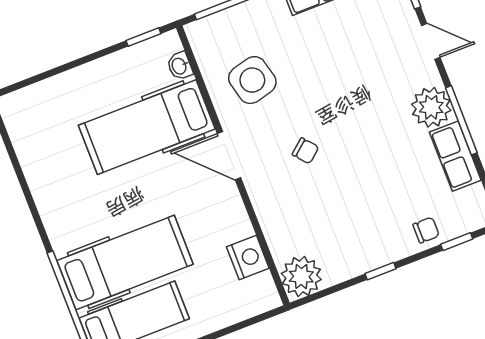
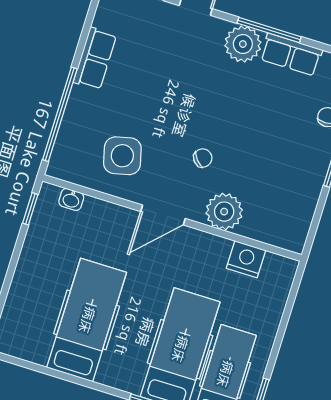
hospital bed: (147, 127) -> (87, 320), moved, turned 180
plant: (301, 277) -> (224, 212), moved

